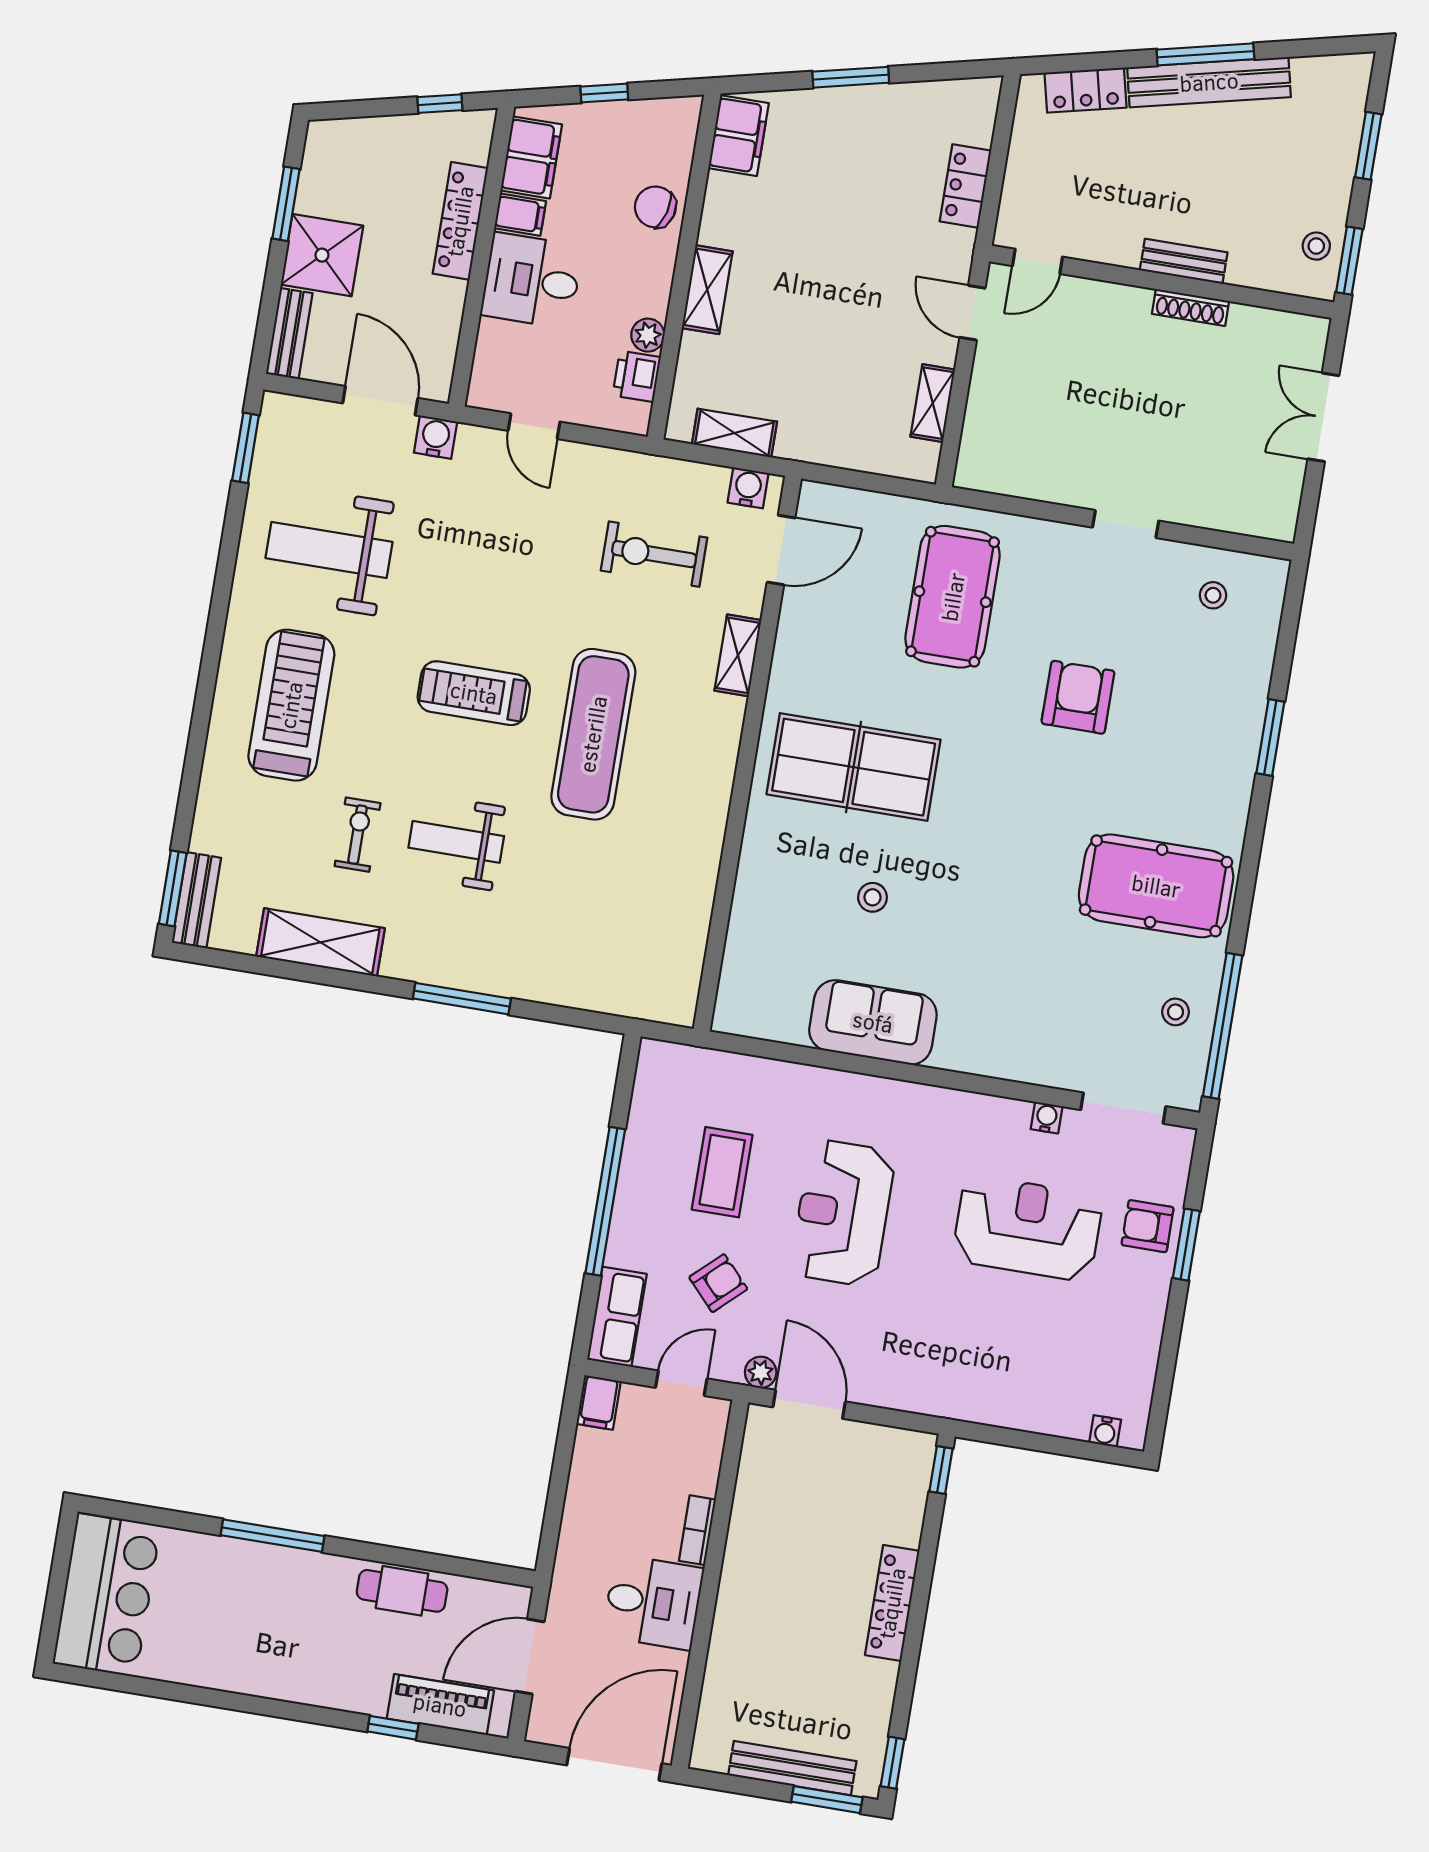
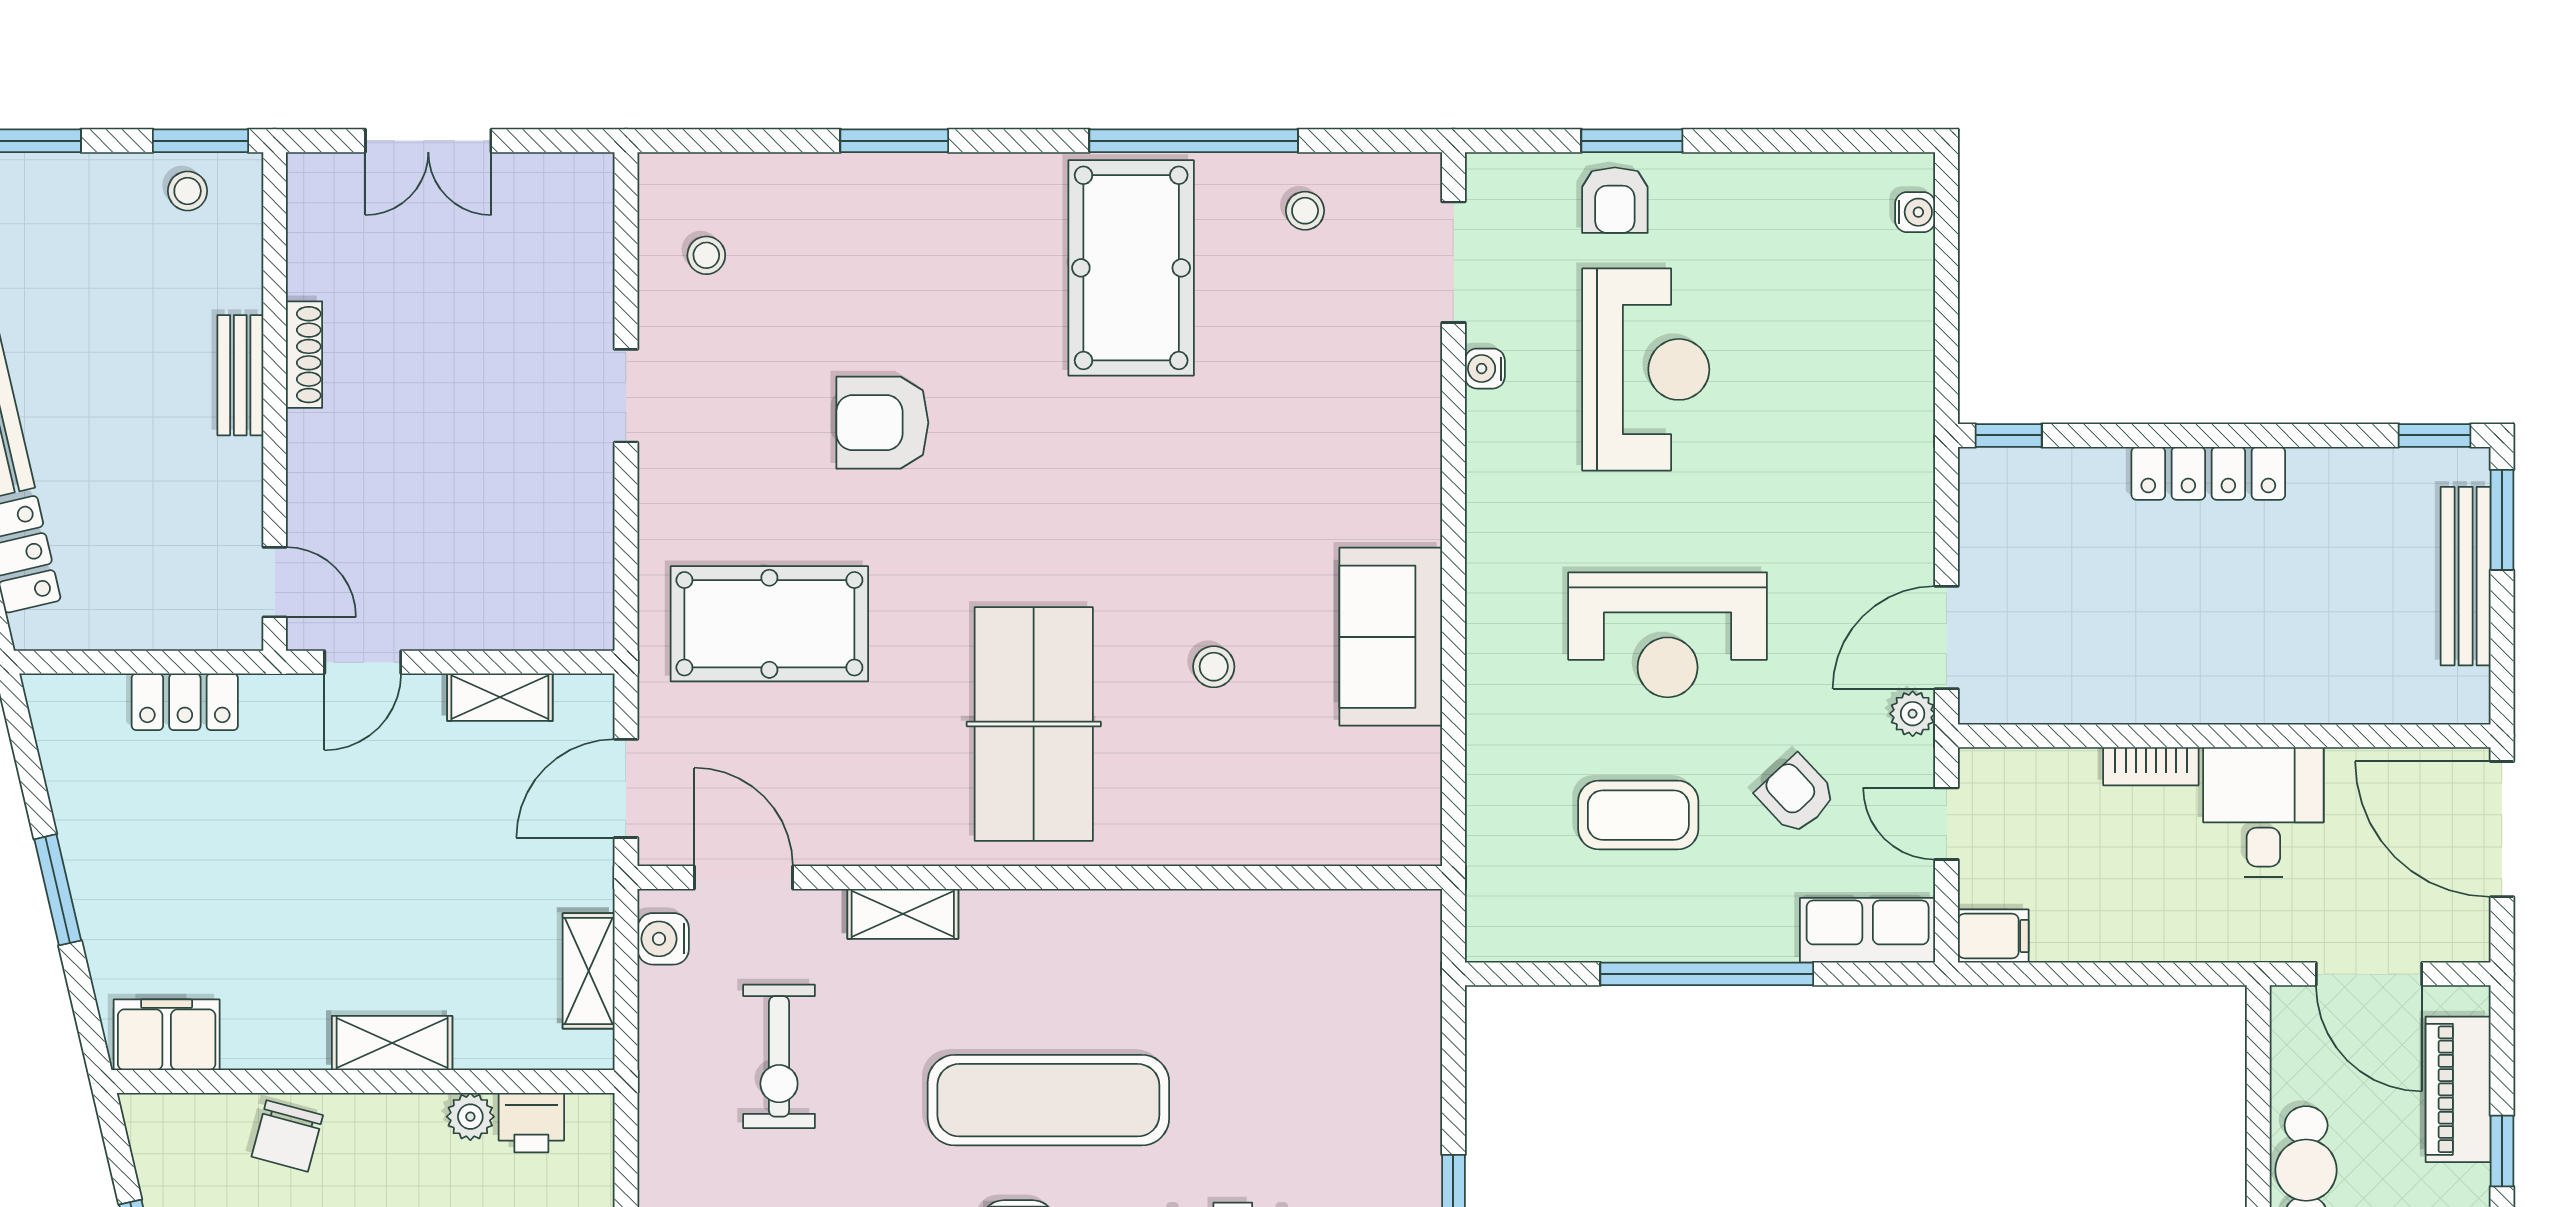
door: (856, 479) -> (626, 788), added
window: (1223, 1026) -> (1194, 141), moved
reception desk: (1028, 1228) -> (1646, 369), turned 180

